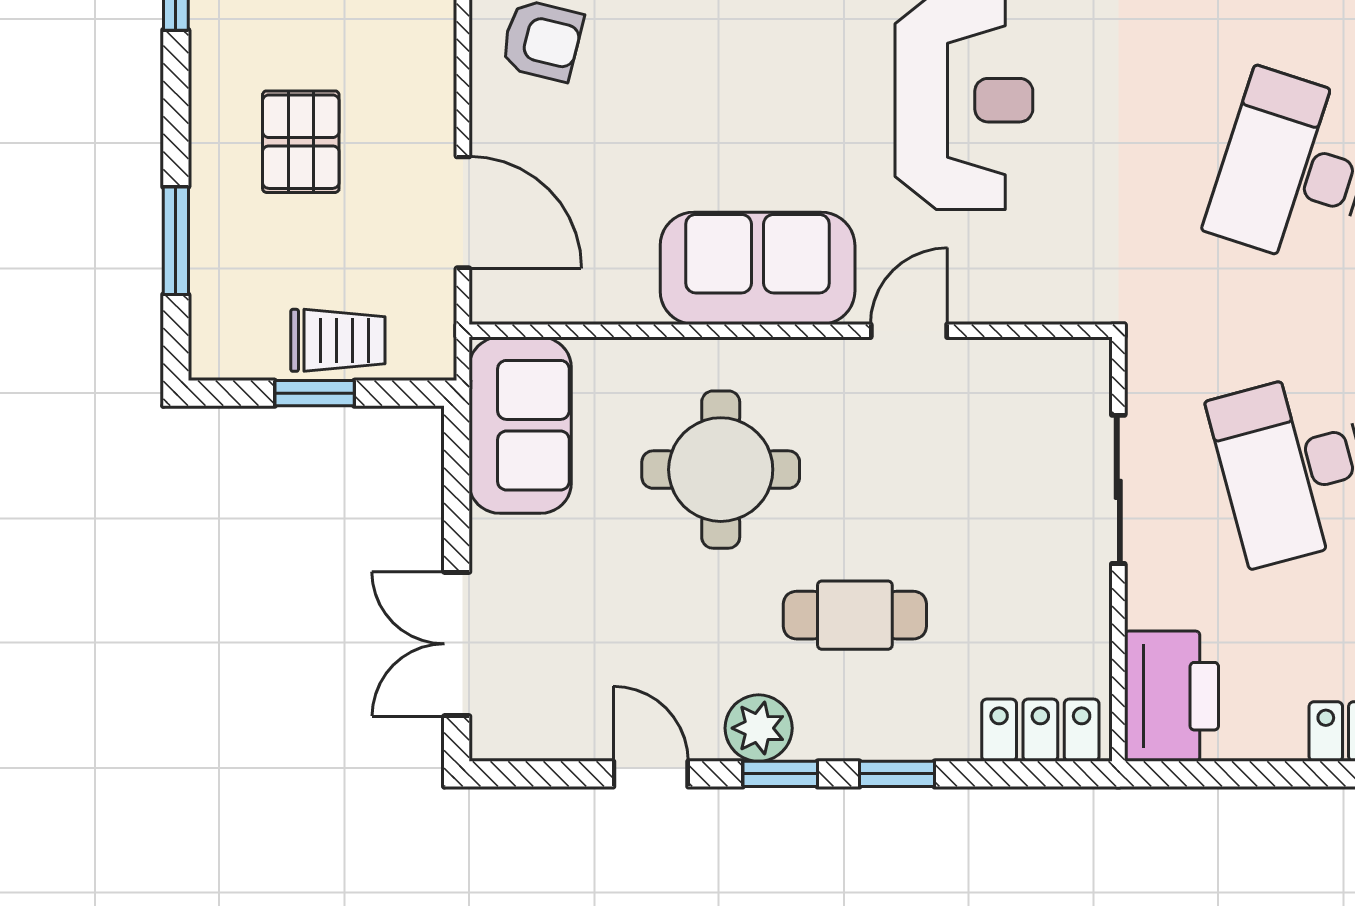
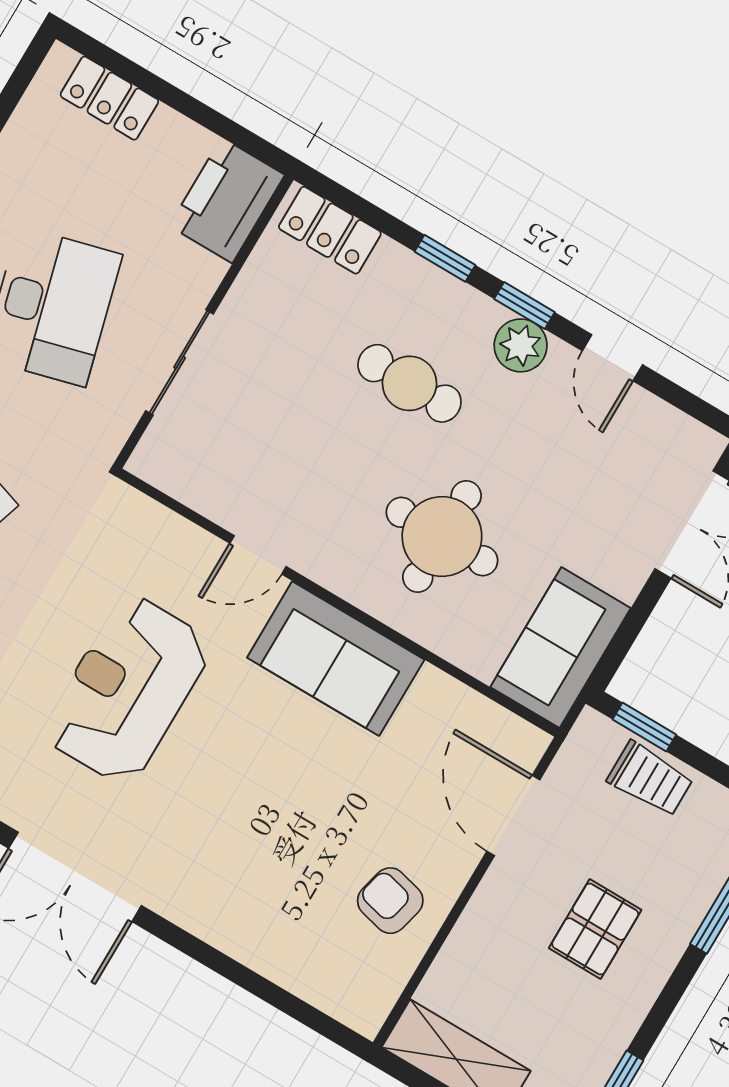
trolley: (338, 340) -> (650, 779), turned 180
window: (315, 393) -> (644, 727), moved

